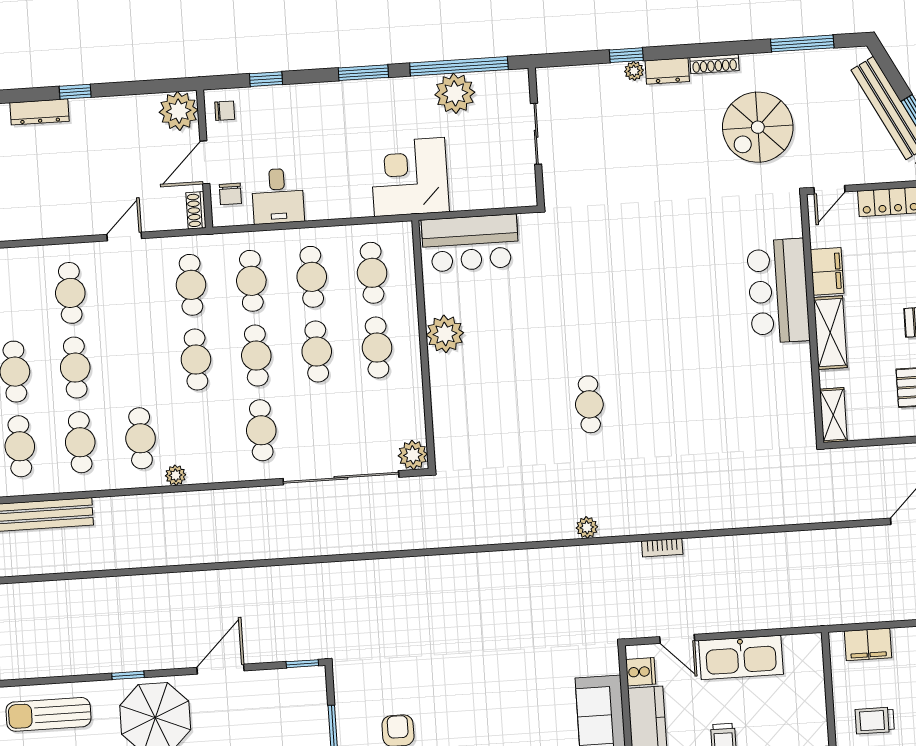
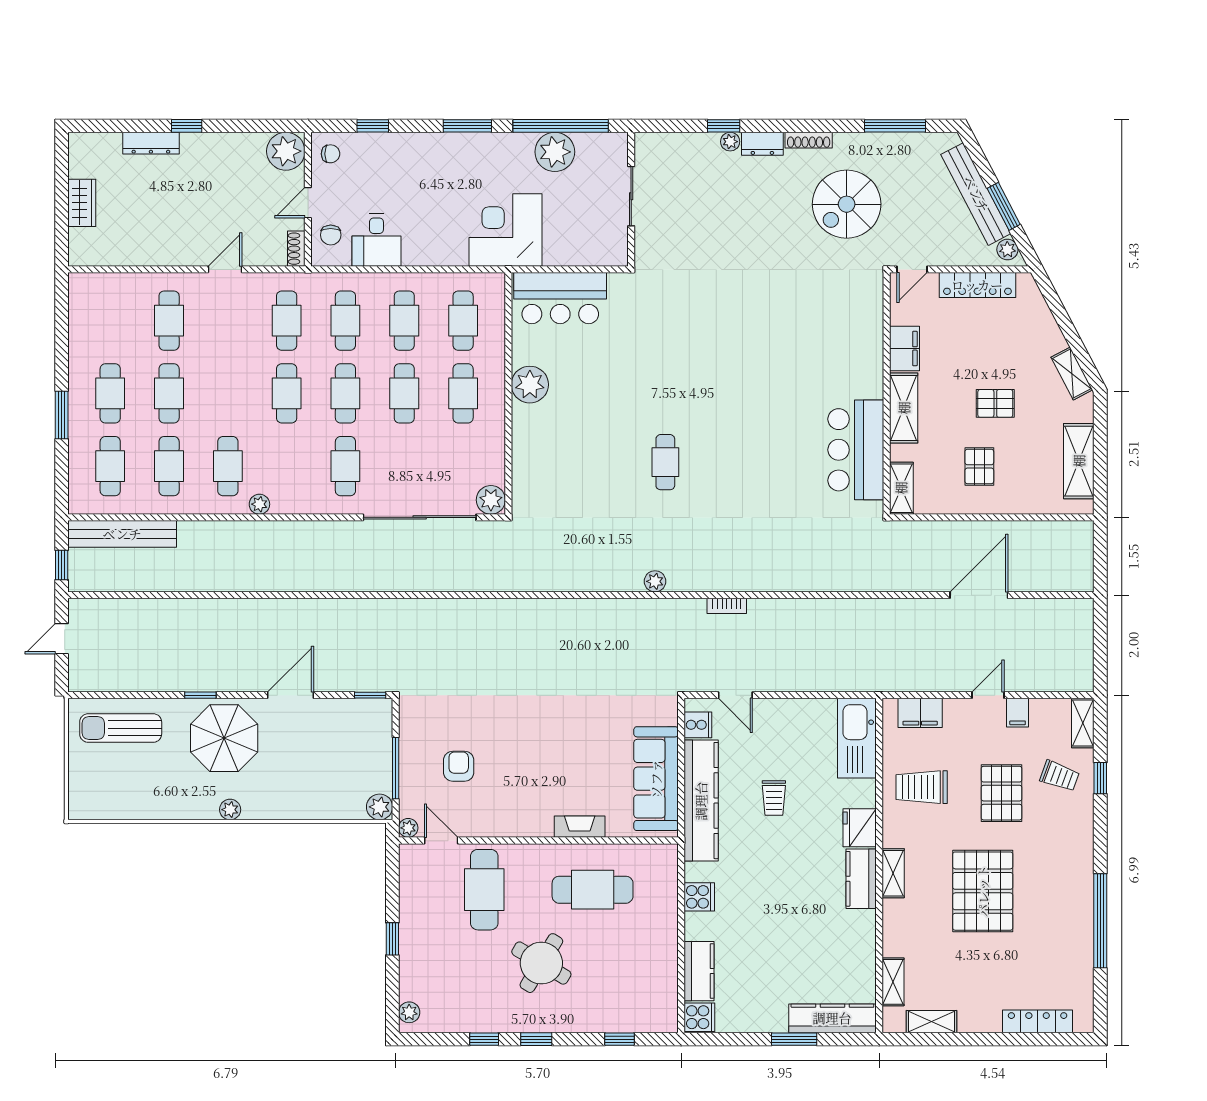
door: (205, 162) -> (308, 203), width x0.73
bar counter: (778, 291) -> (856, 450), moved
kitchen sink: (741, 657) -> (857, 738), moved, turned 90
trolley: (875, 720) -> (922, 787), width x1.36, depth x1.39

